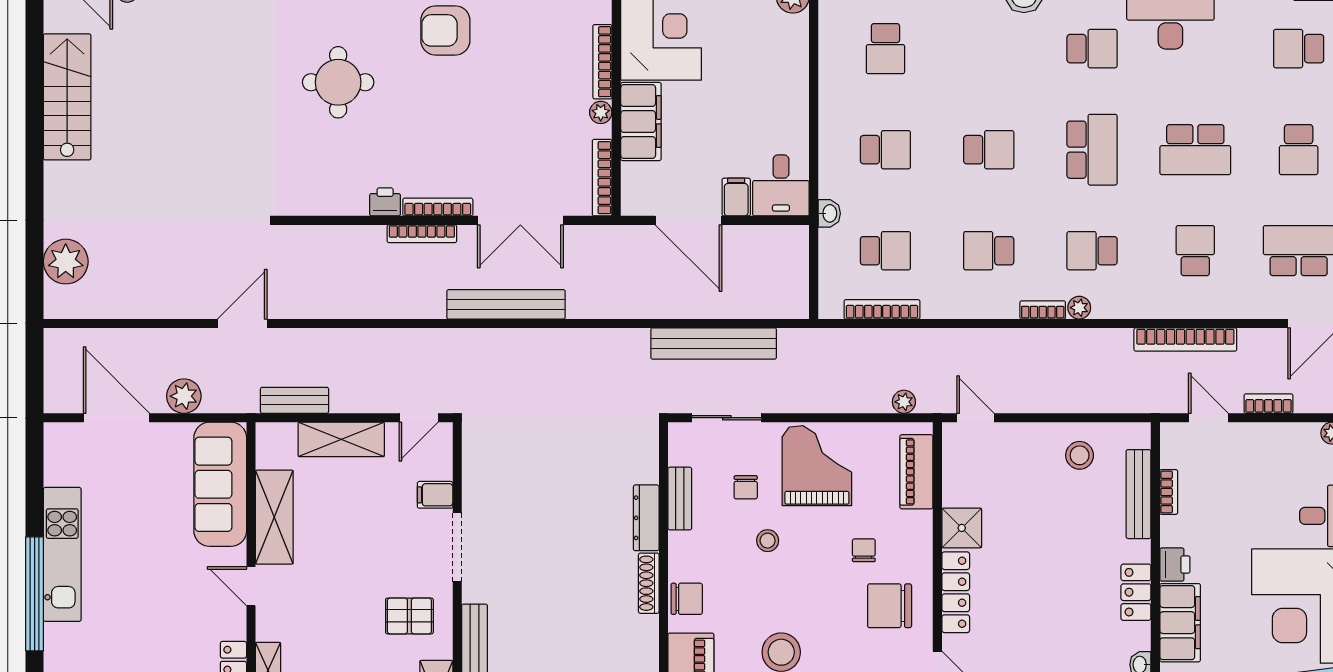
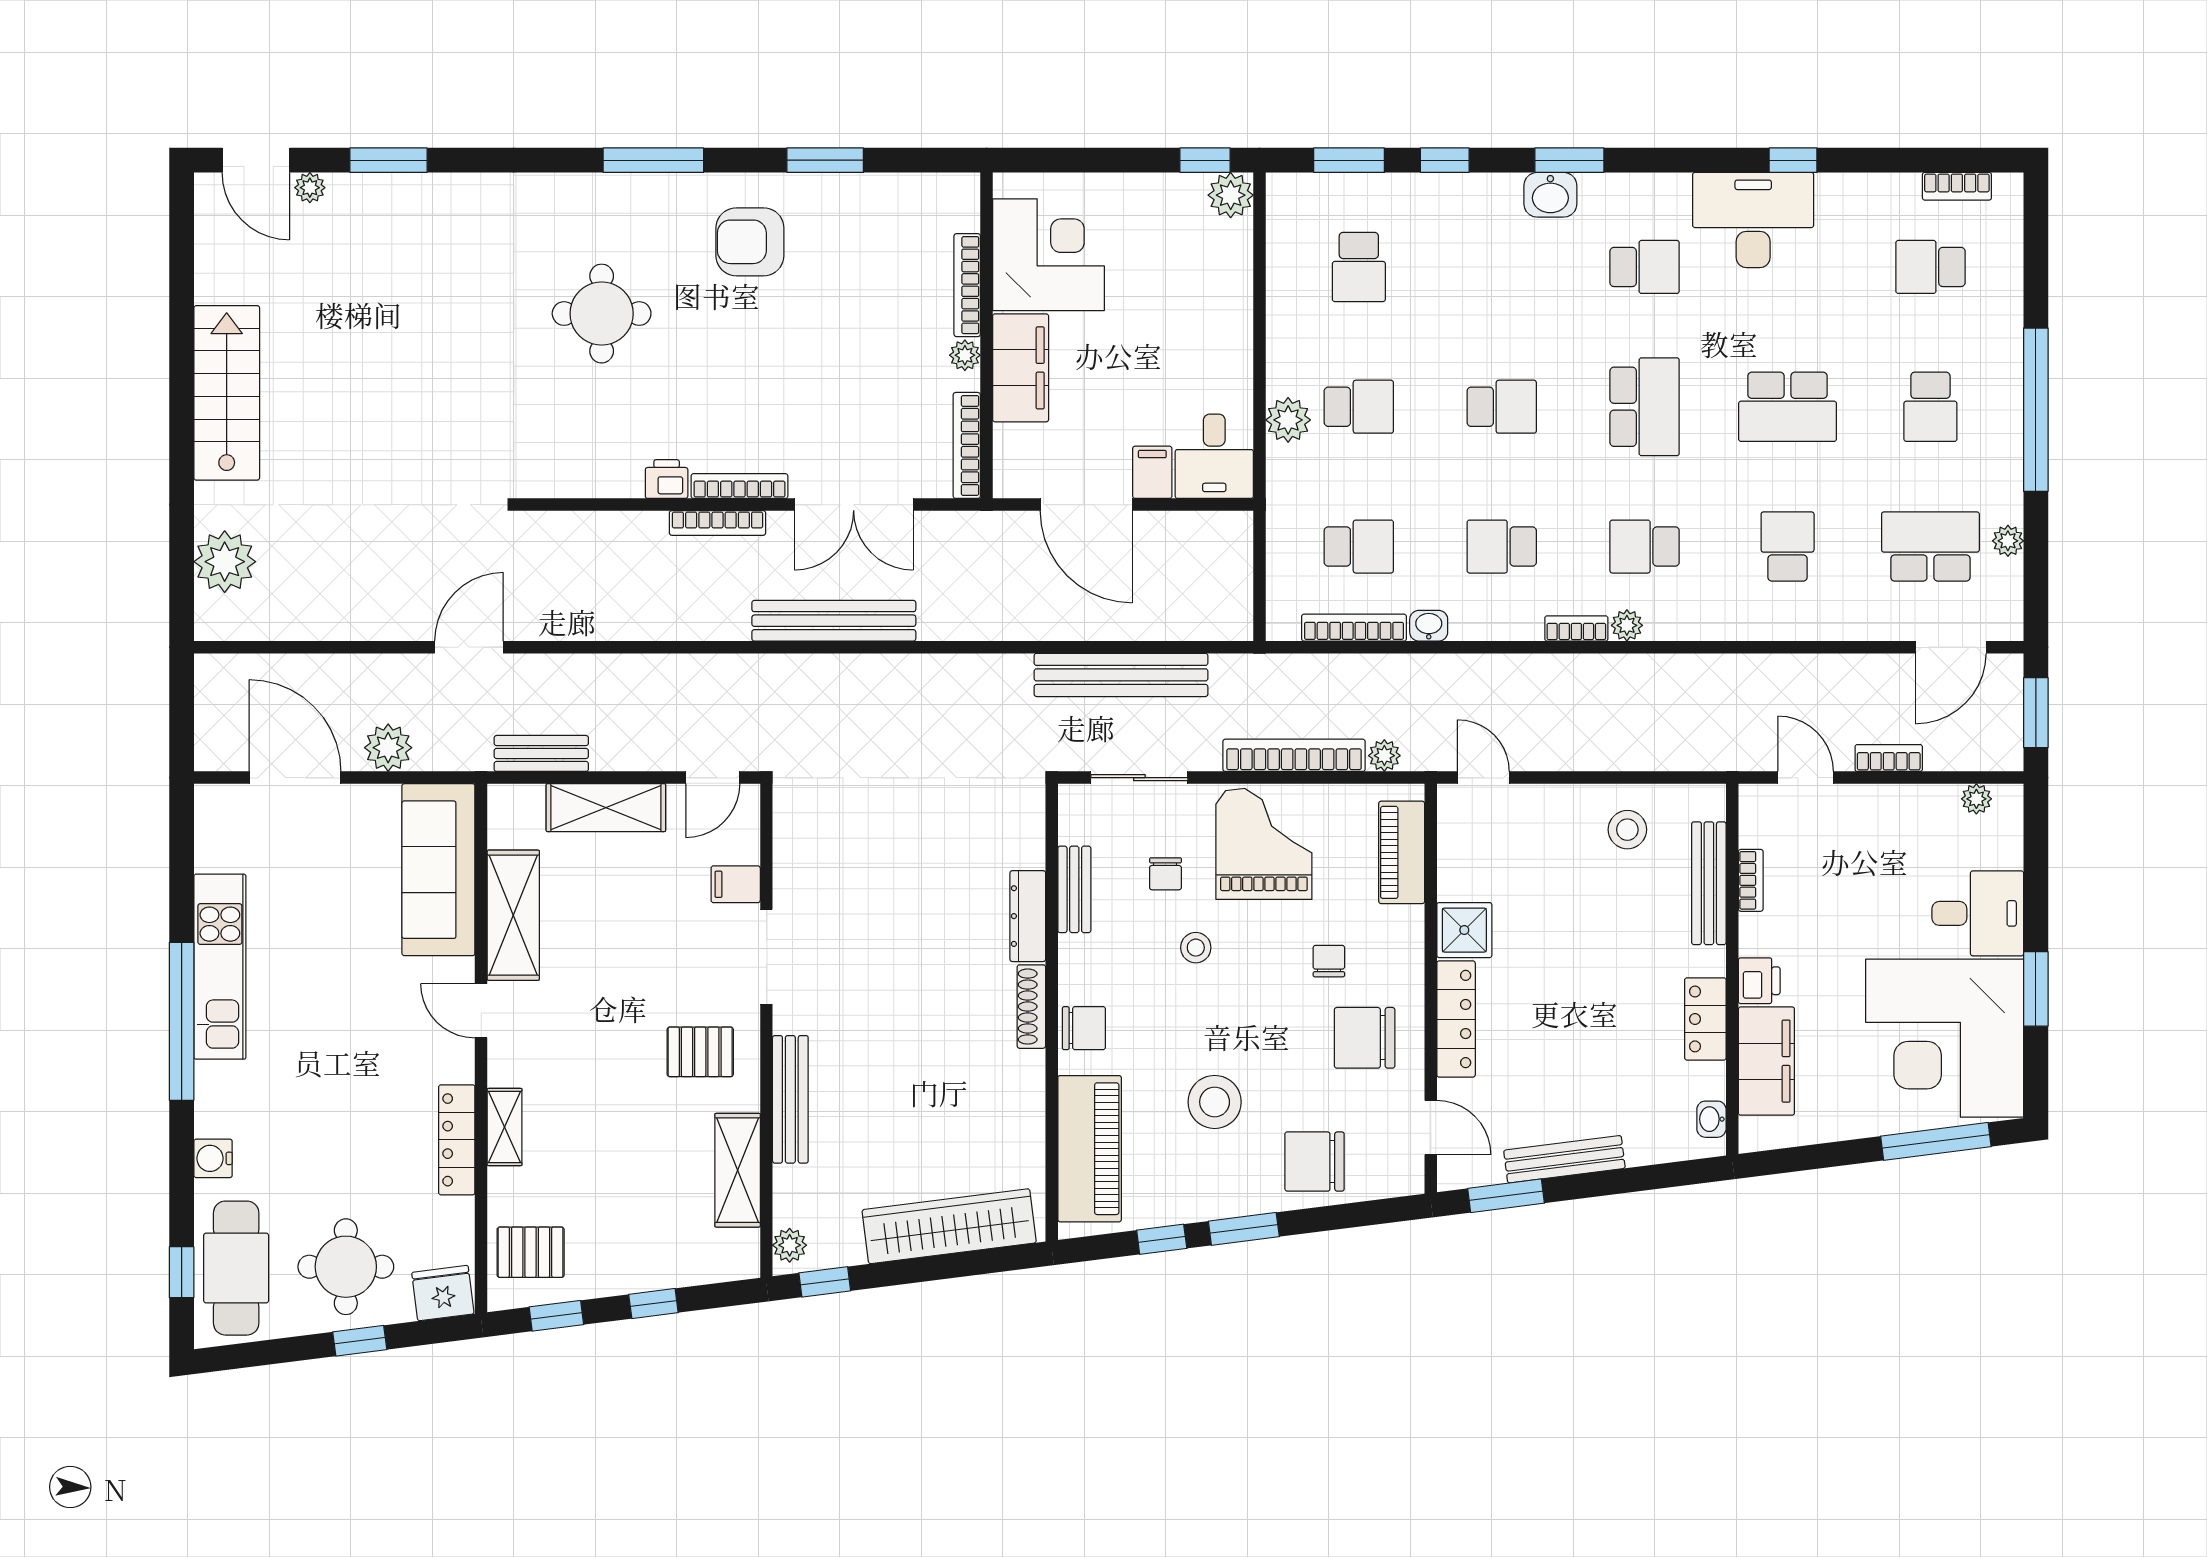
stairs: (67, 97) -> (227, 393), moved
plant: (834, 159) -> (1288, 420), added
washbasin: (829, 213) -> (1429, 626), moved, turned -90
bookcase: (1185, 340) -> (1294, 755), moved, turned 180

